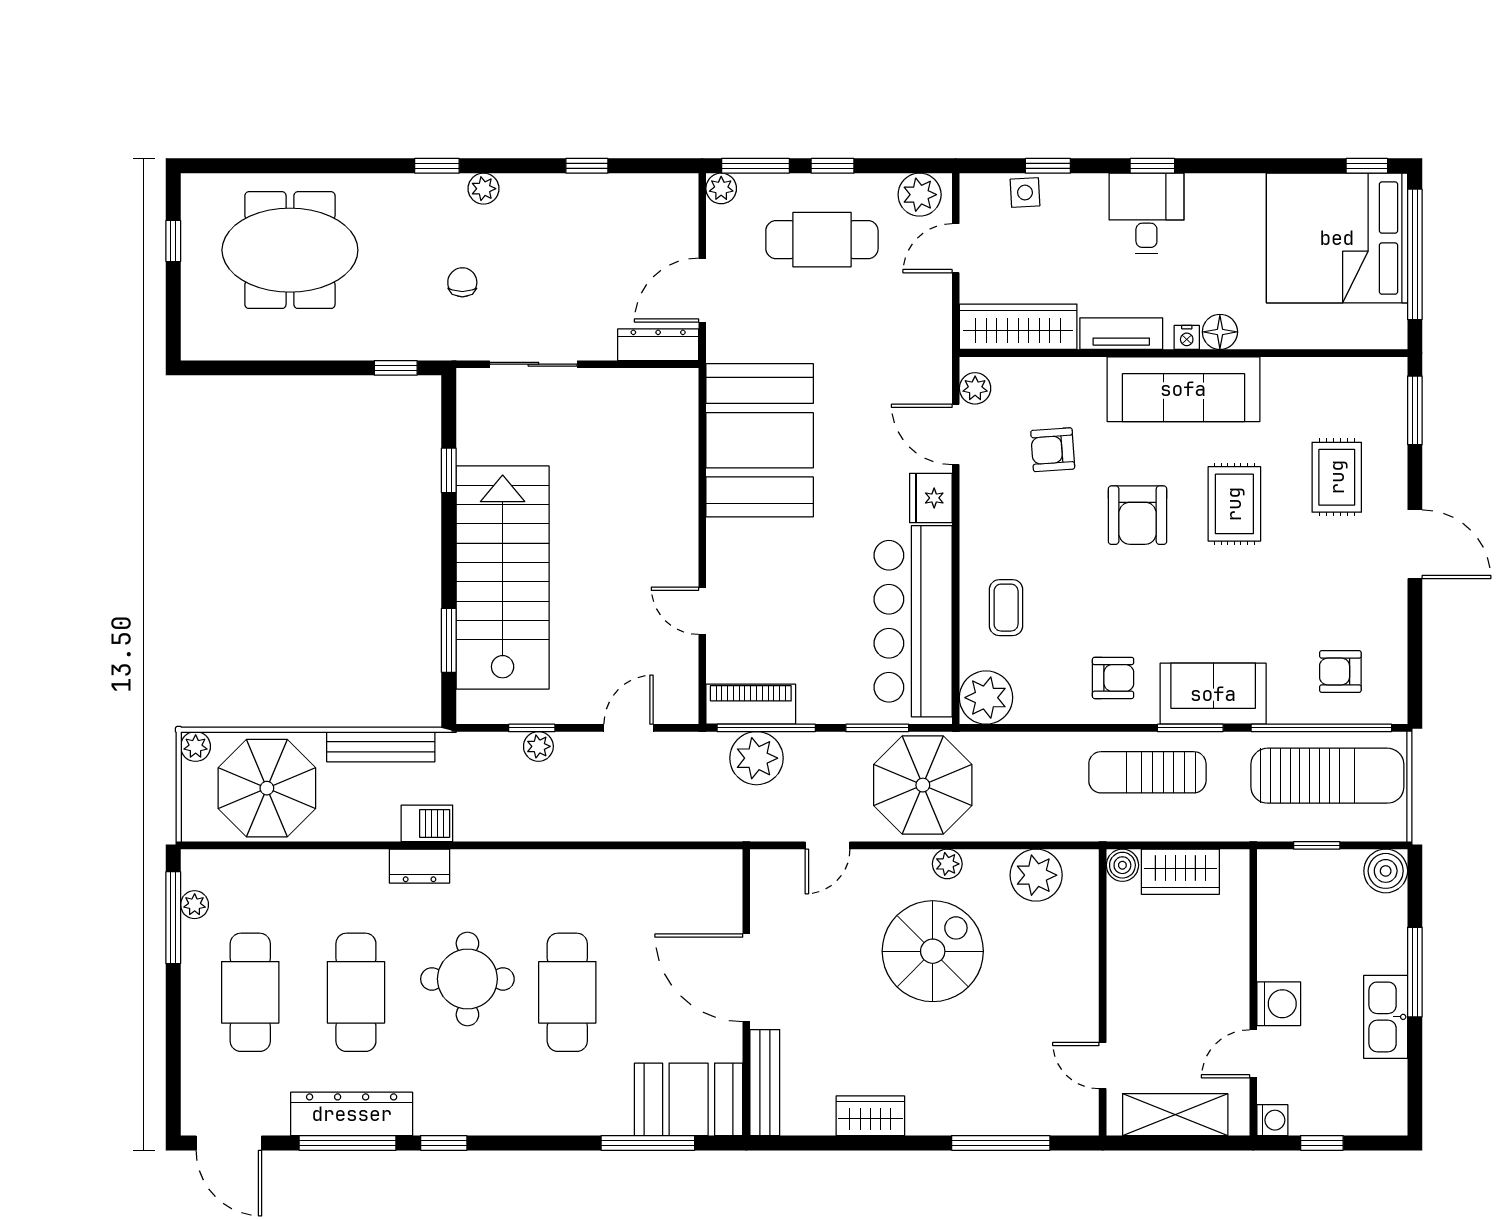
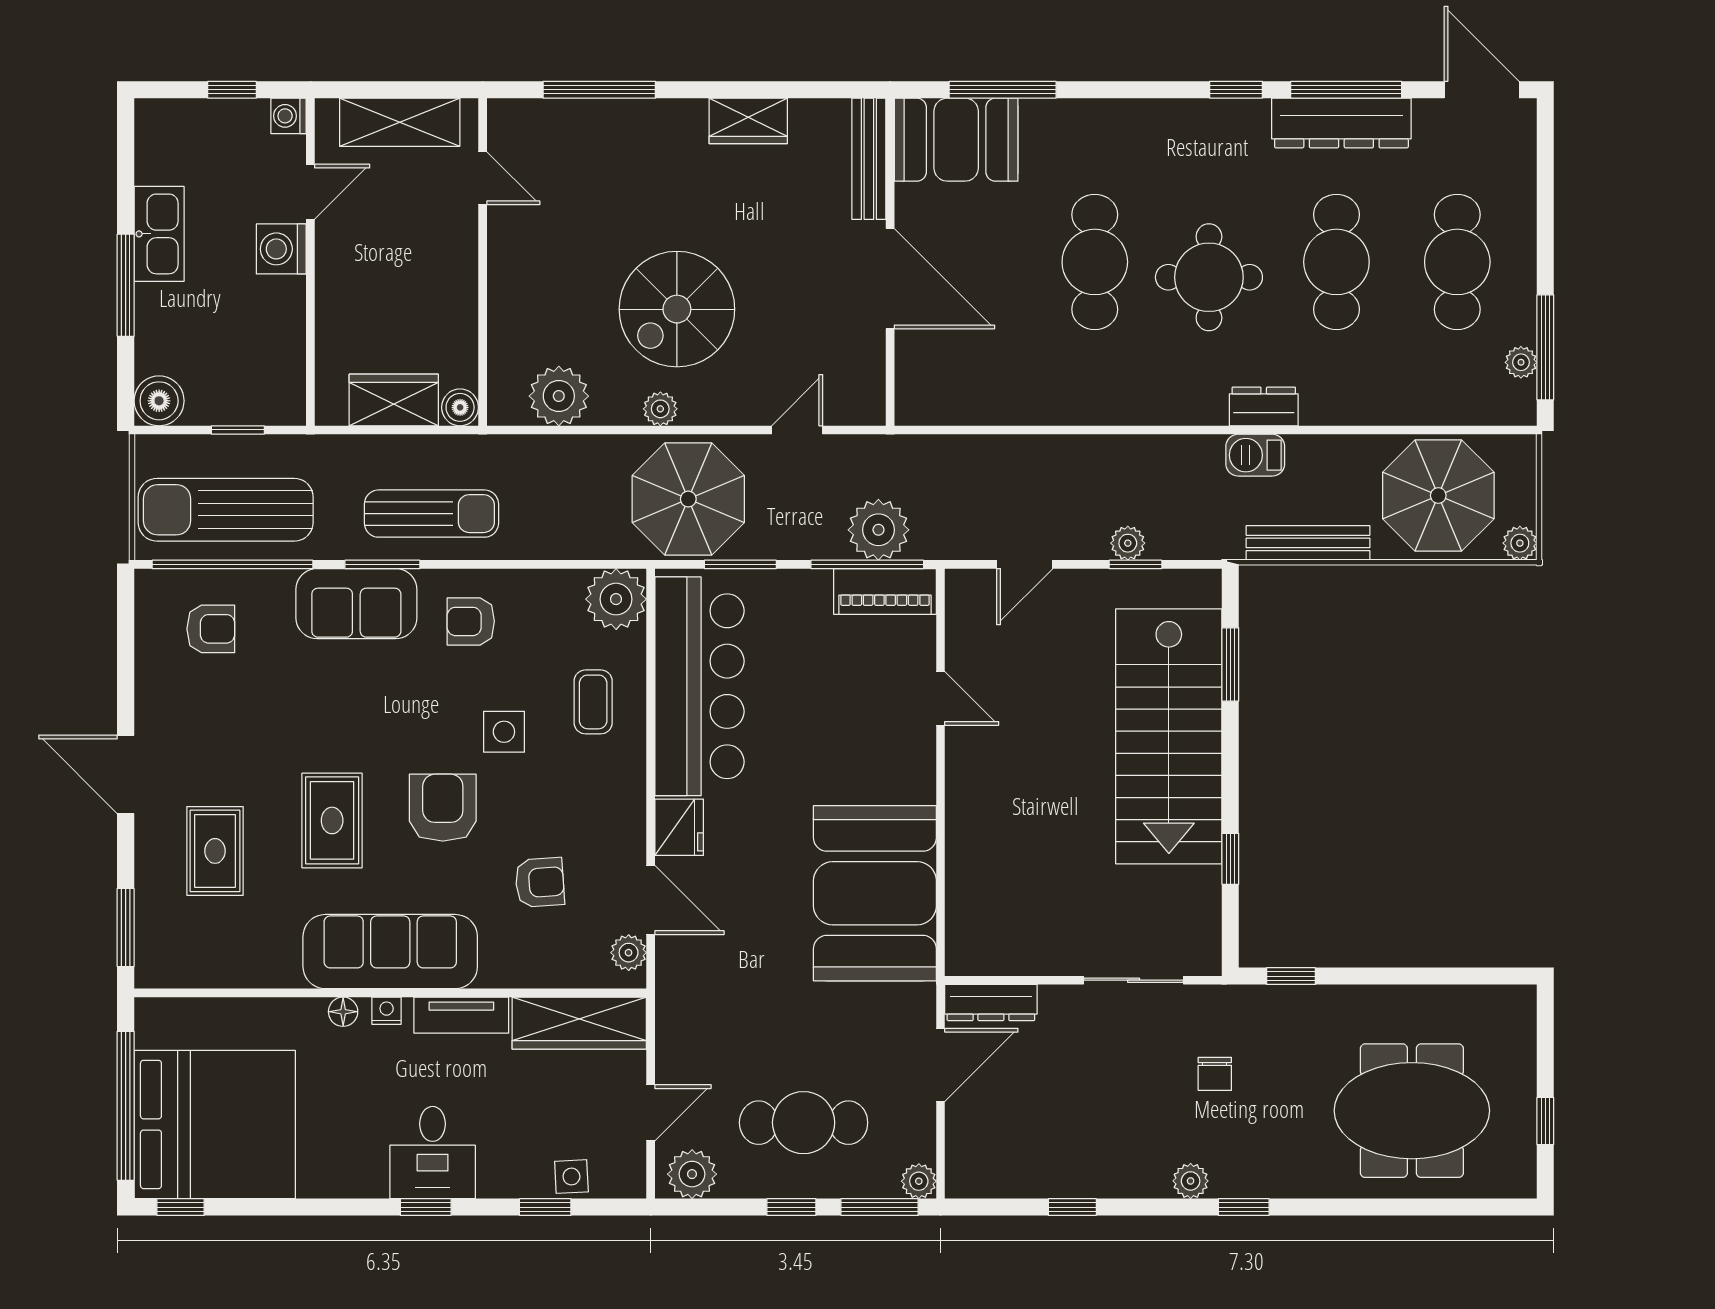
floor lamp: (1220, 332) -> (343, 1012), width x0.73, depth x0.73
side table: (1084, 582) -> (504, 732), added

